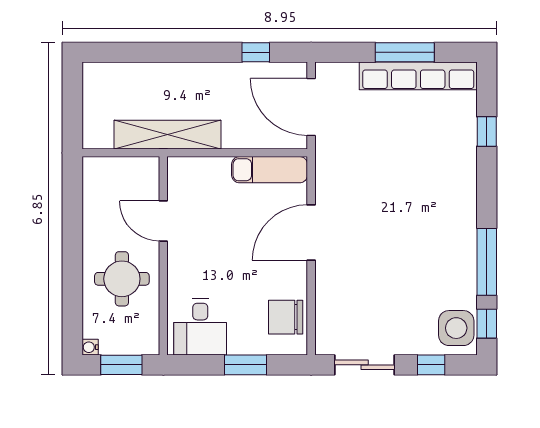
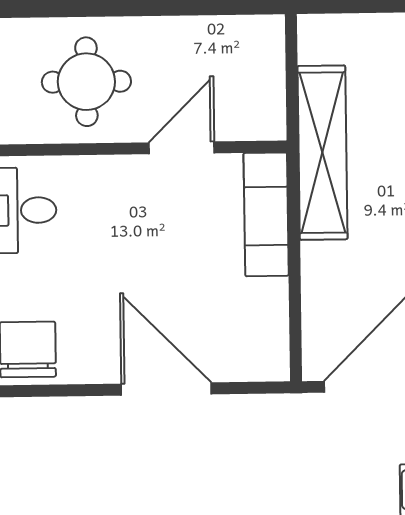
exam couch: (270, 170) -> (266, 214), moved

